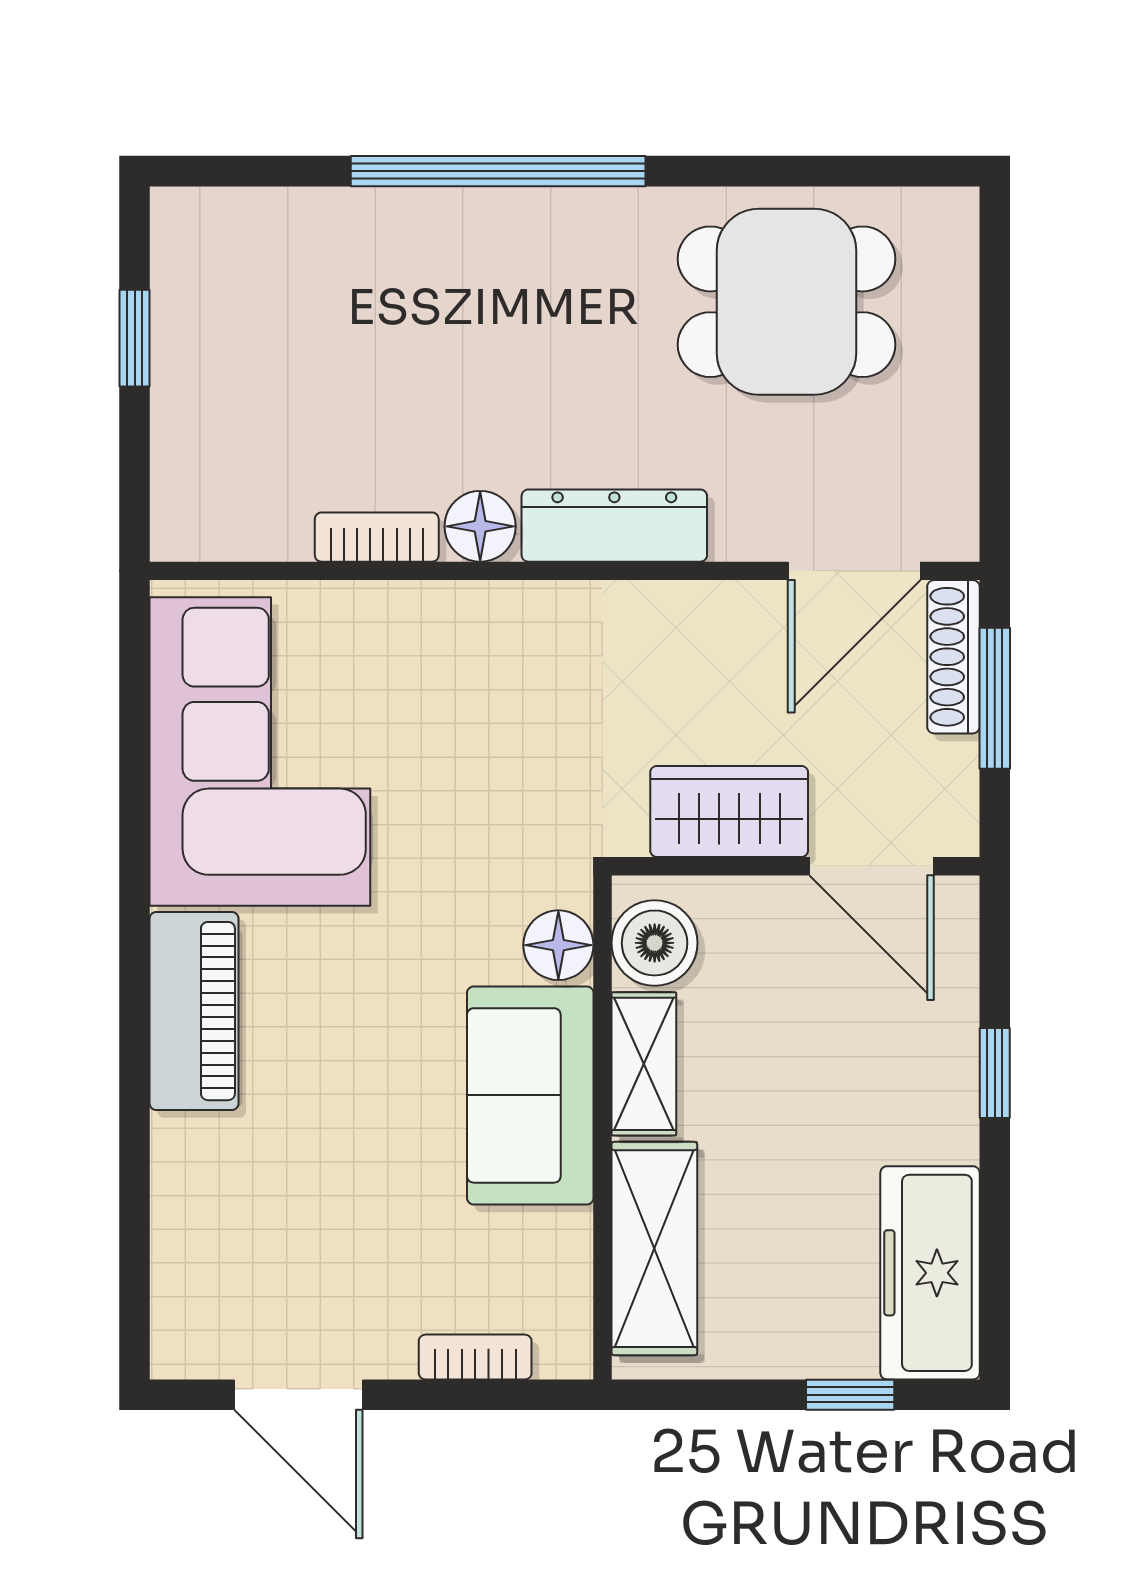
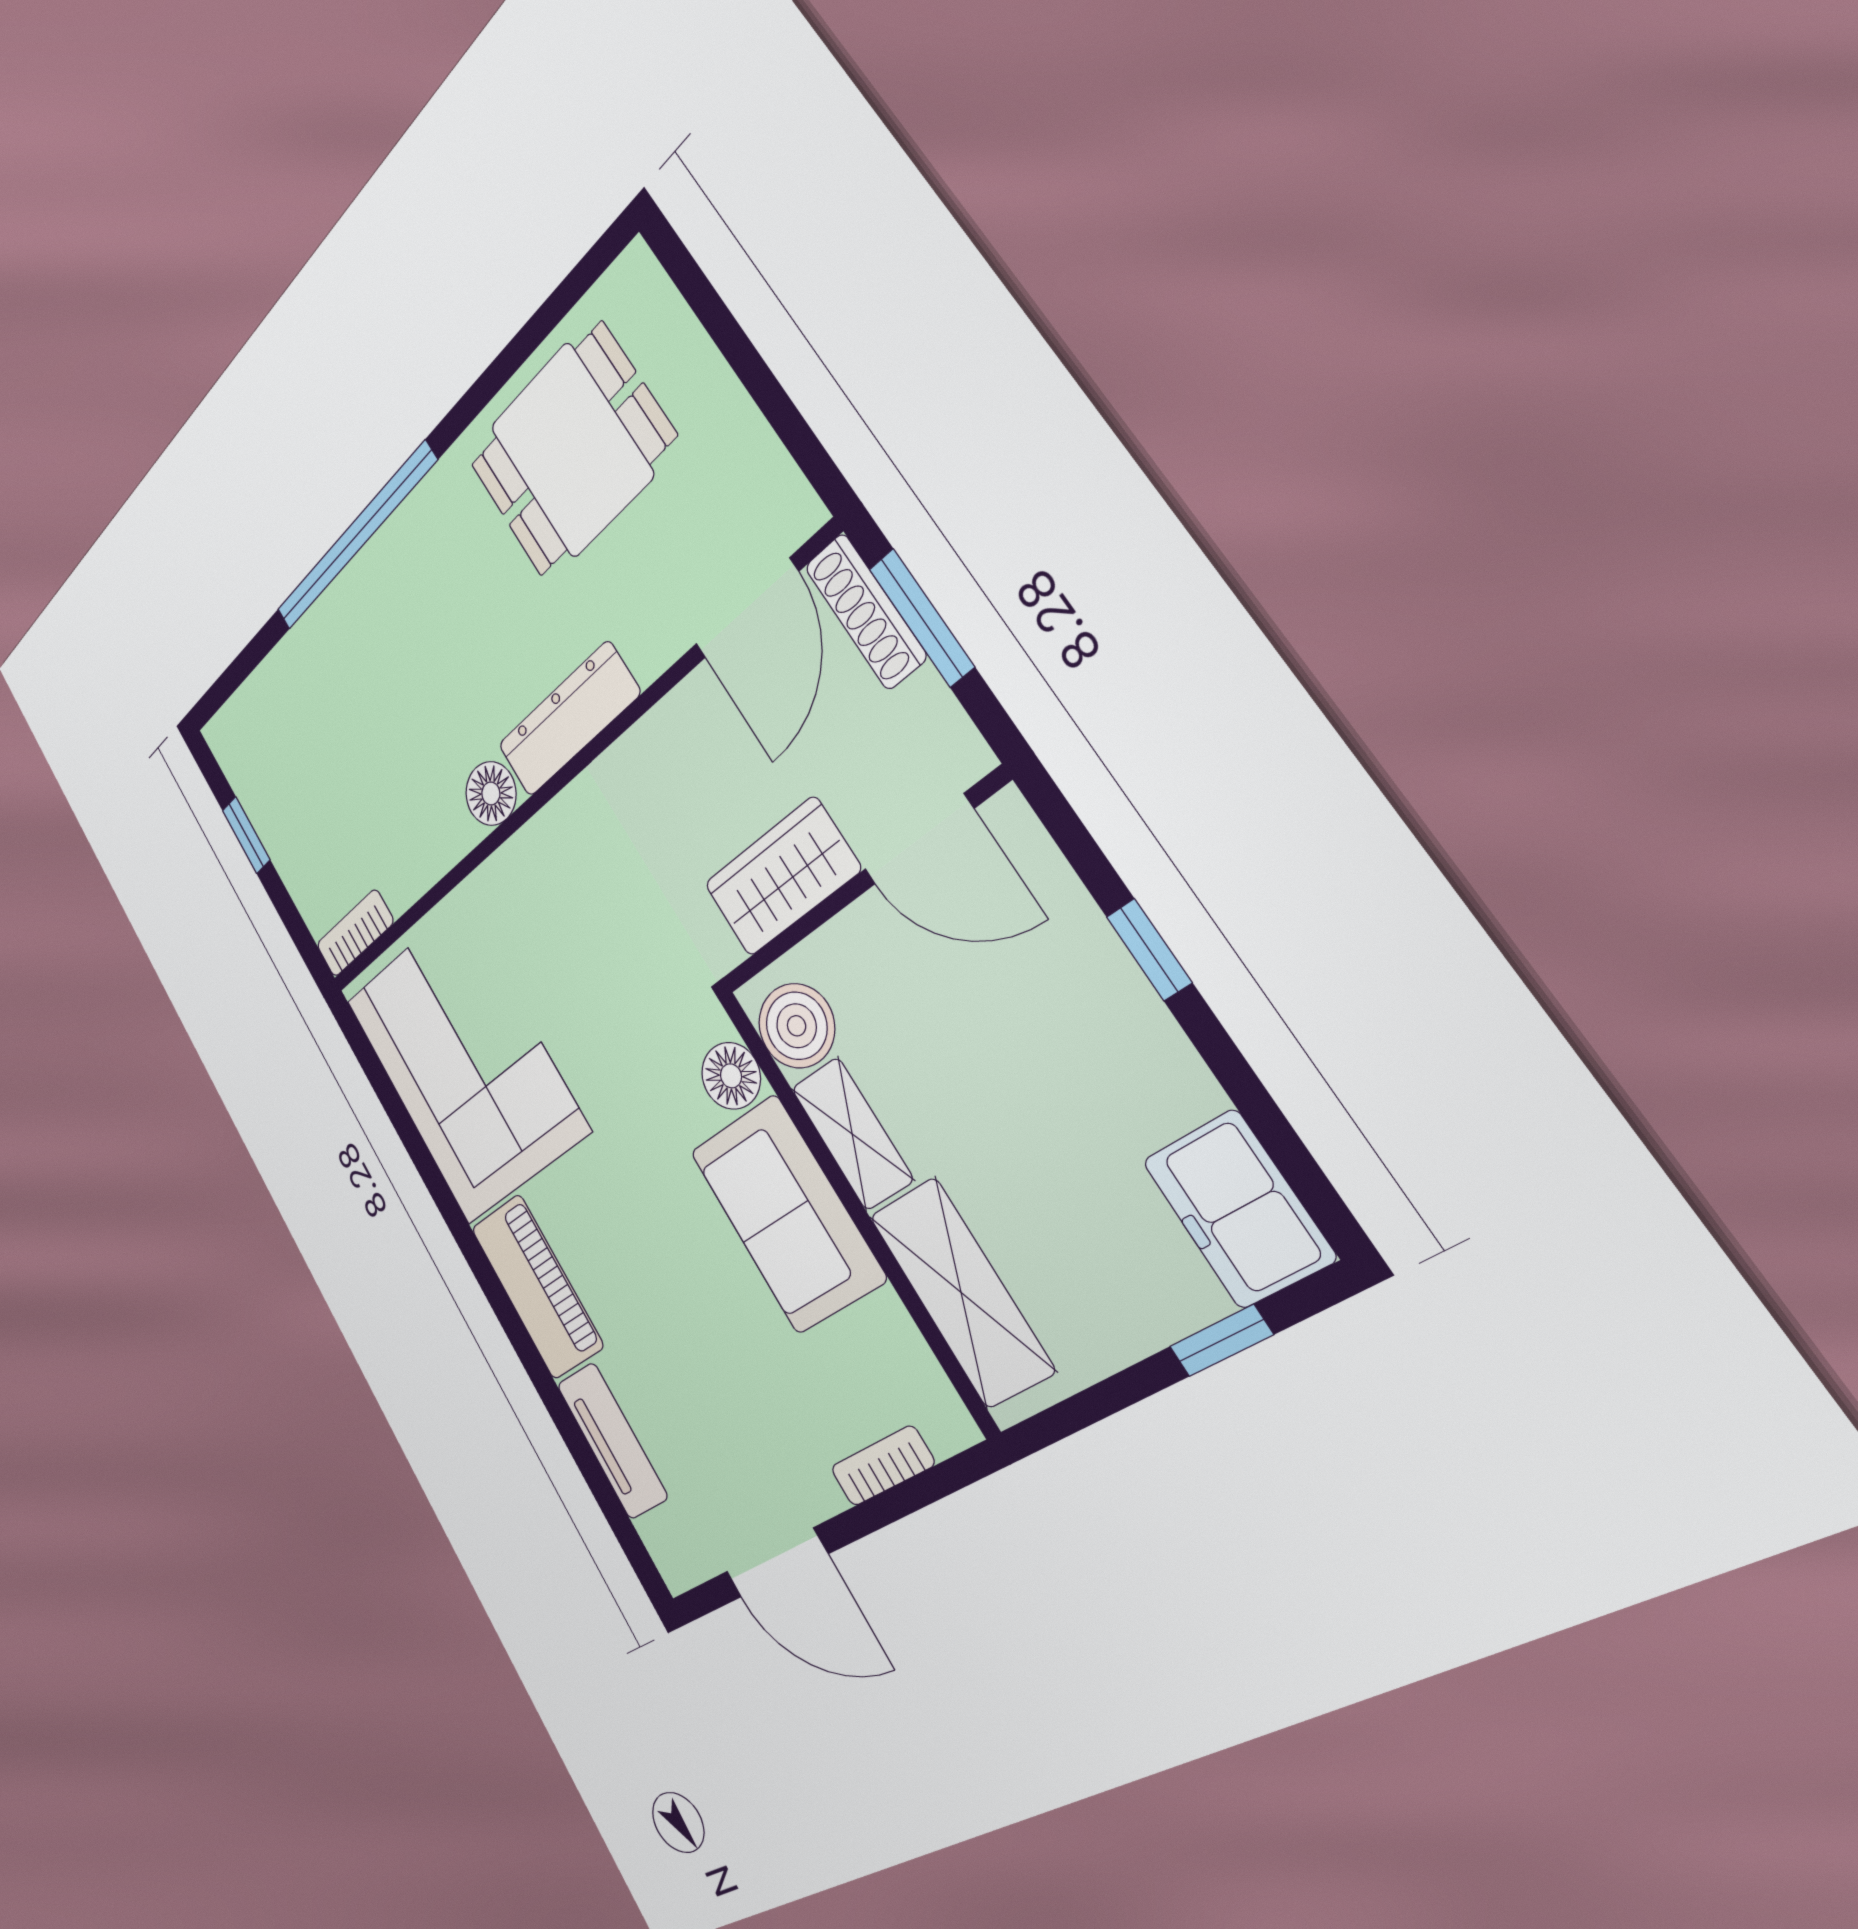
bookcase: (377, 537) -> (355, 933), moved
tv unit: (182, 1201) -> (612, 1441), added
freezer: (930, 1273) -> (1238, 1209), width x0.71

